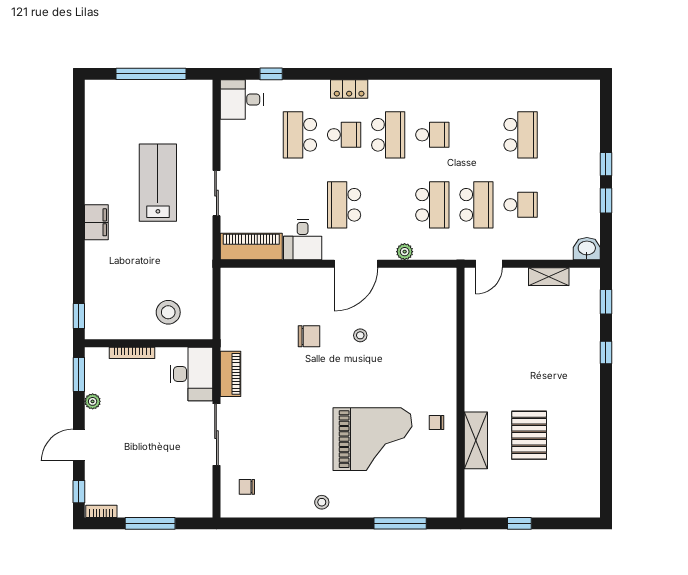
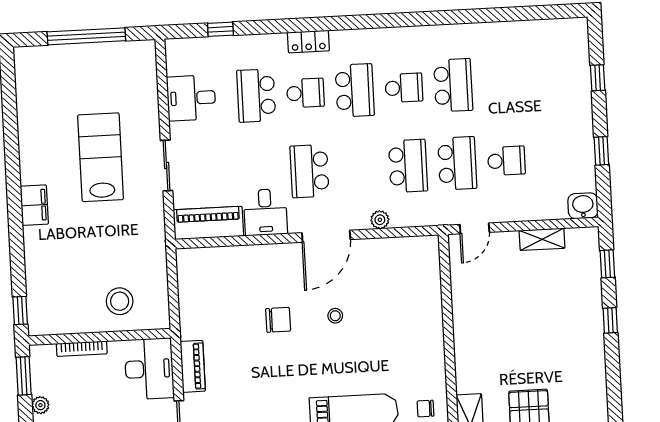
desk: (242, 99) -> (191, 98), moved
school desk: (521, 135) -> (453, 85), moved
window: (606, 164) -> (598, 78), moved

